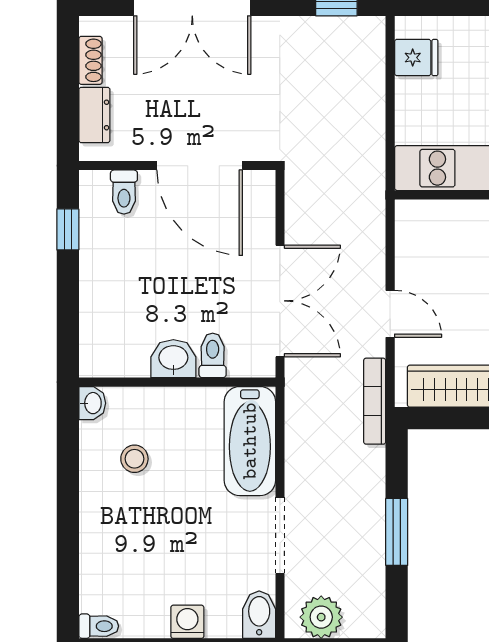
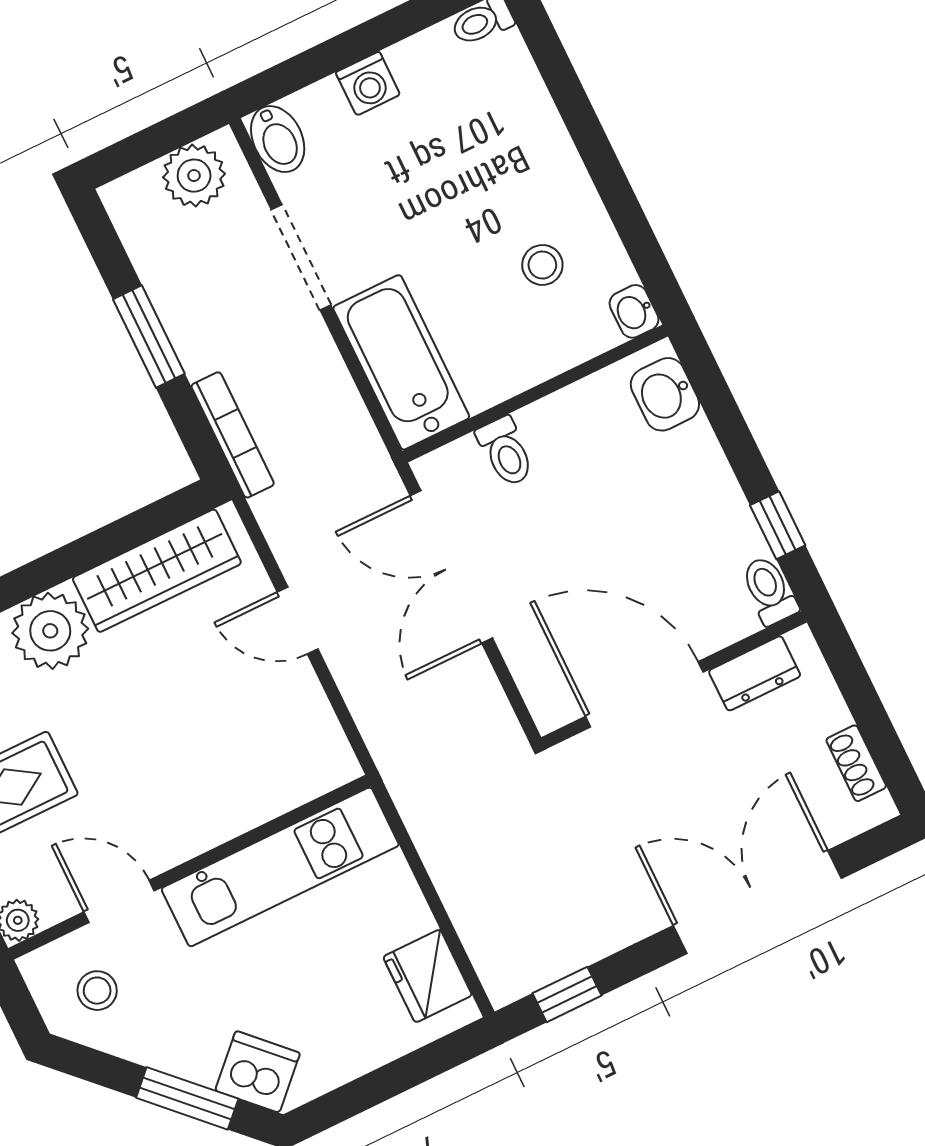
fridge: (416, 58) -> (428, 976), width x1.38
dresser: (94, 115) -> (755, 673), moved, turned -90
toilet: (124, 192) -> (769, 590), moved
washbasin: (173, 359) -> (665, 394), moved, turned 90
bookcase: (375, 401) -> (233, 435), moved

